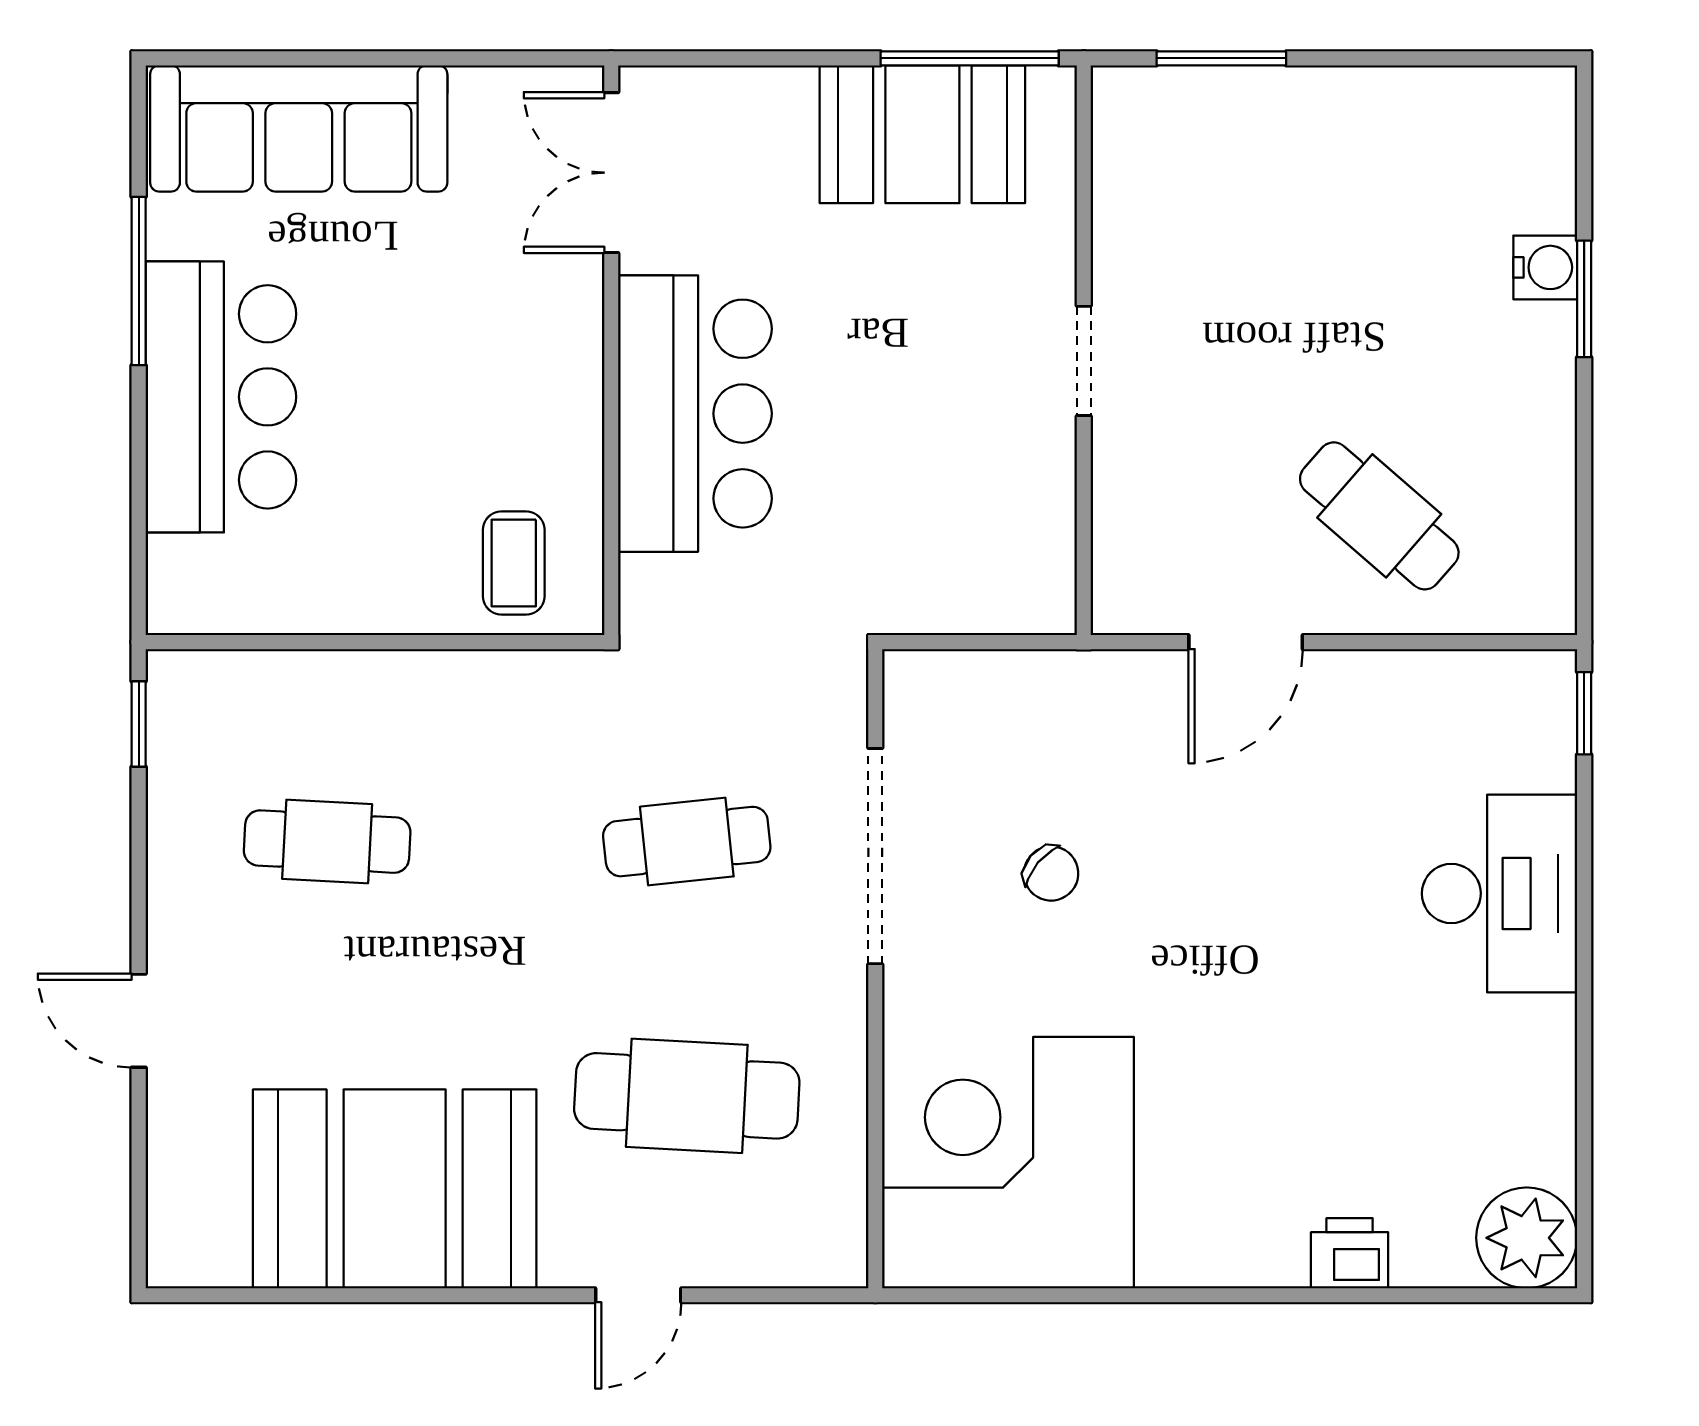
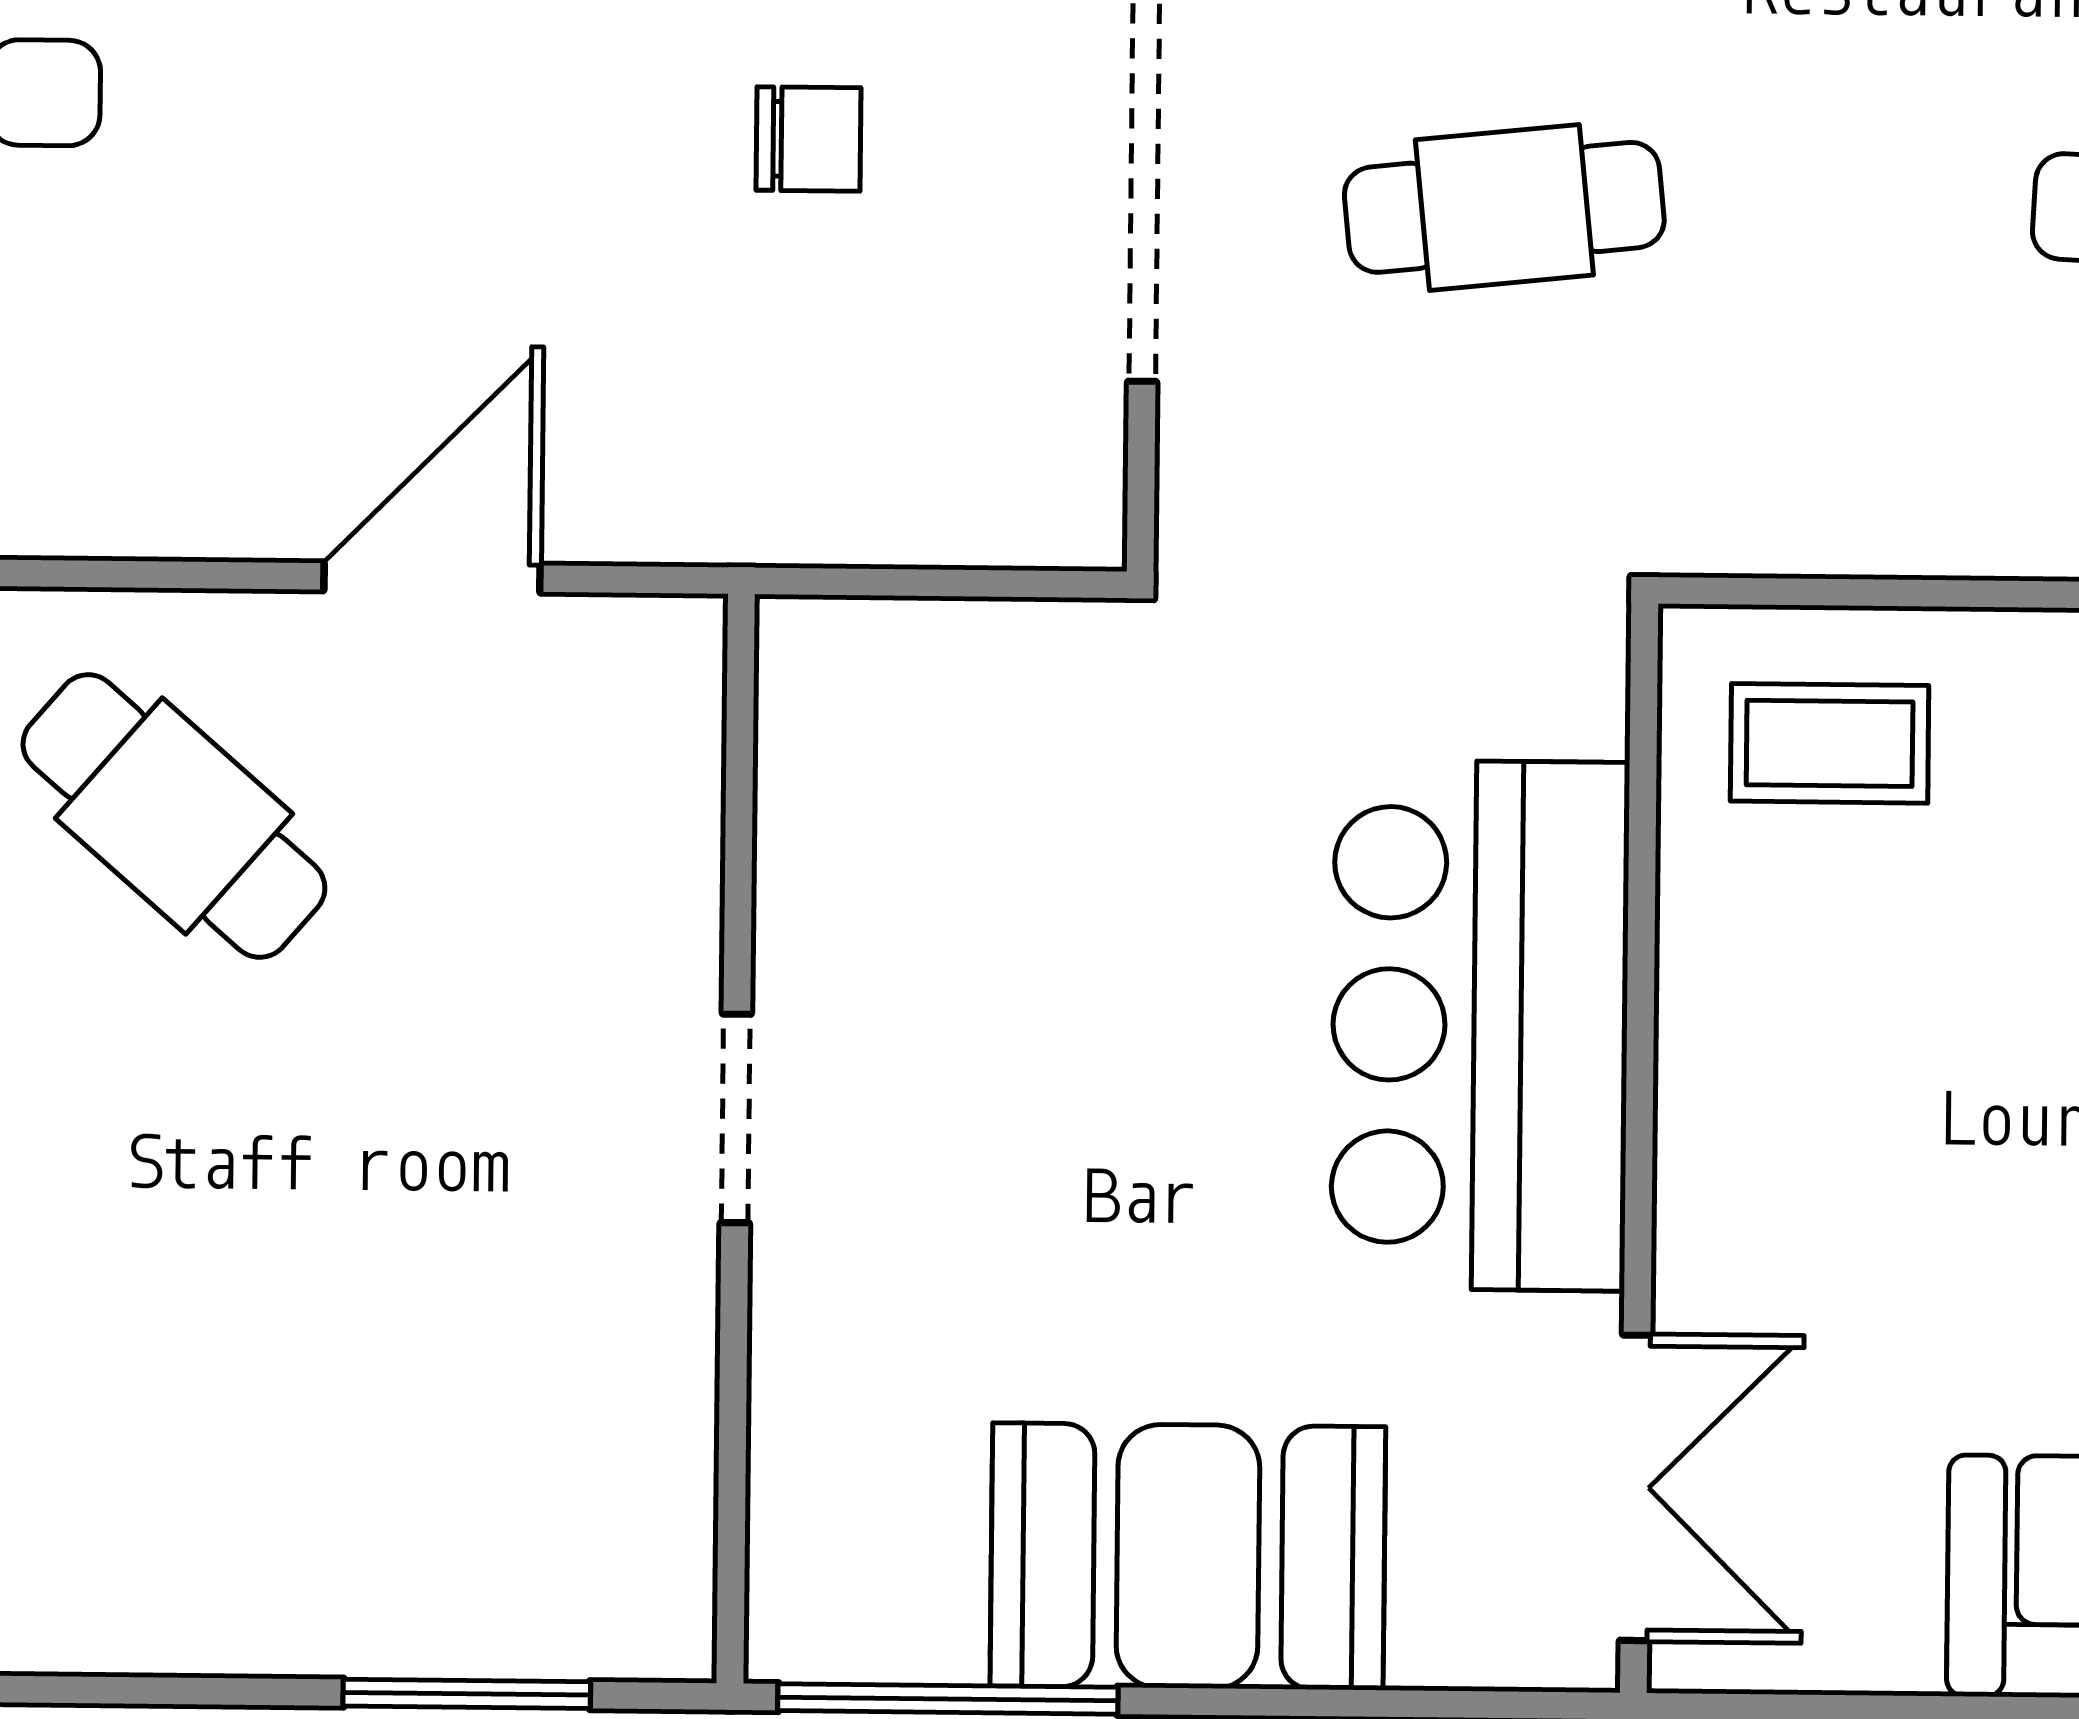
booth: (922, 134) -> (1188, 1556), moved
coffee table: (514, 563) -> (1830, 743), turned 90
chair: (1051, 873) -> (808, 139), turned 140

